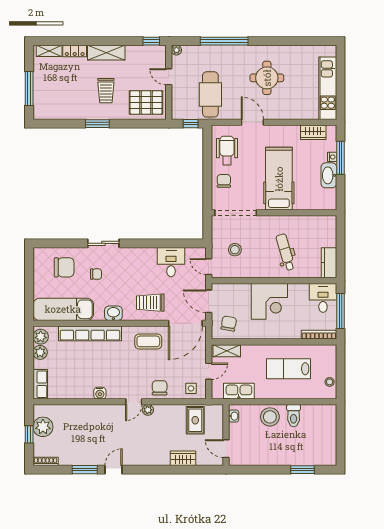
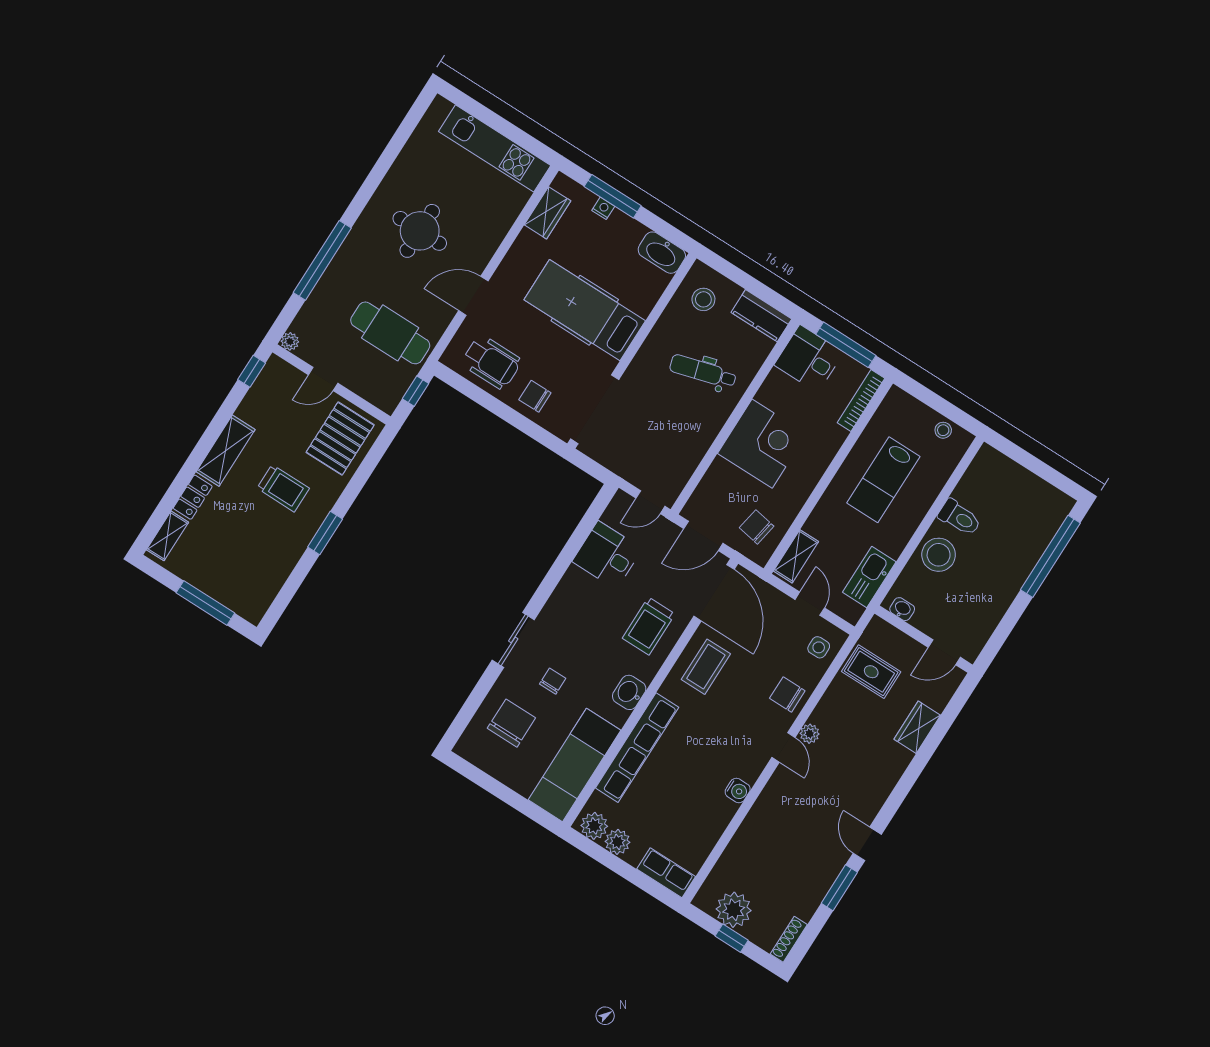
wheelchair: (227, 150) -> (491, 362), turned 180
washbasin: (329, 175) -> (662, 253), moved
stool: (235, 250) -> (703, 299), moved
window: (302, 470) -> (1050, 556), width x2.11

